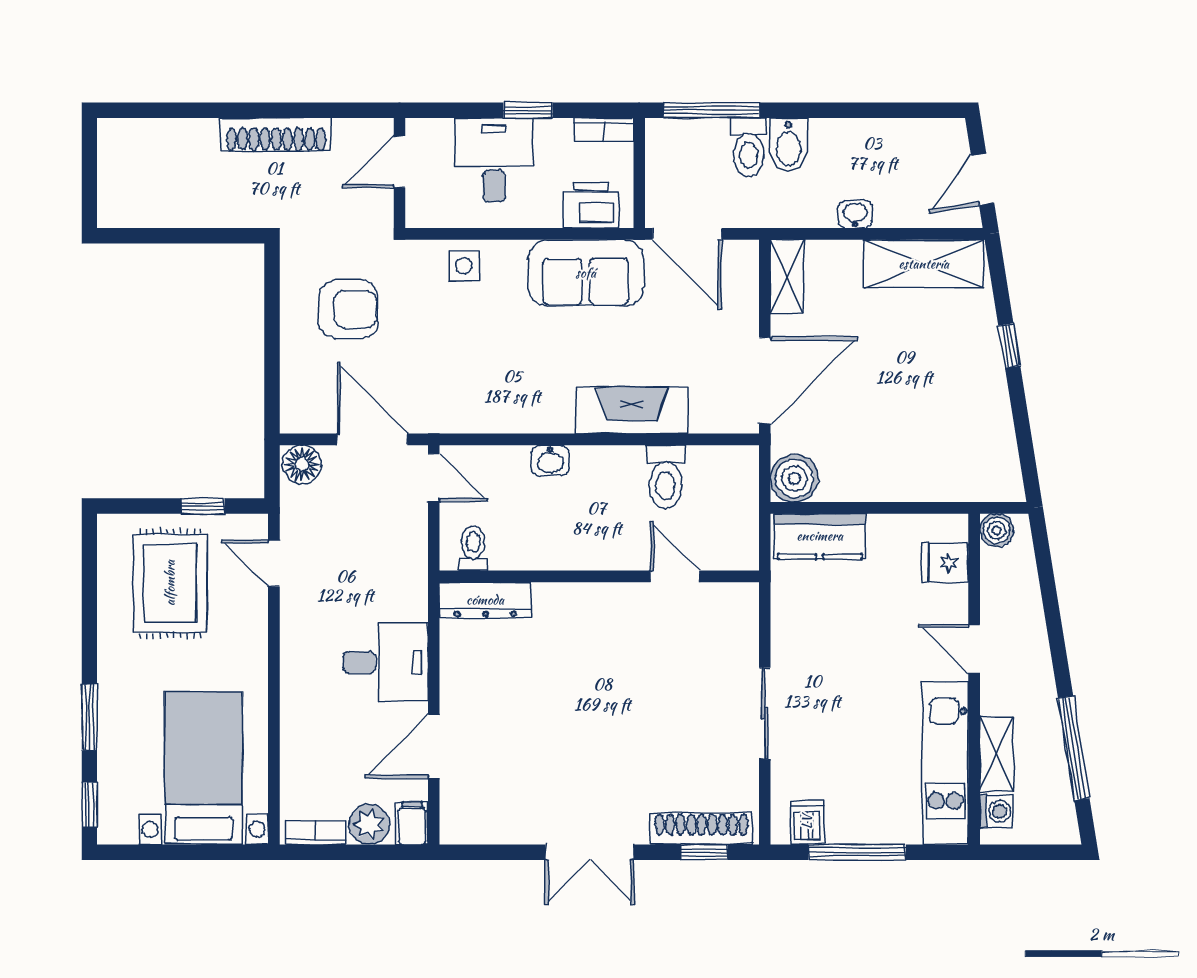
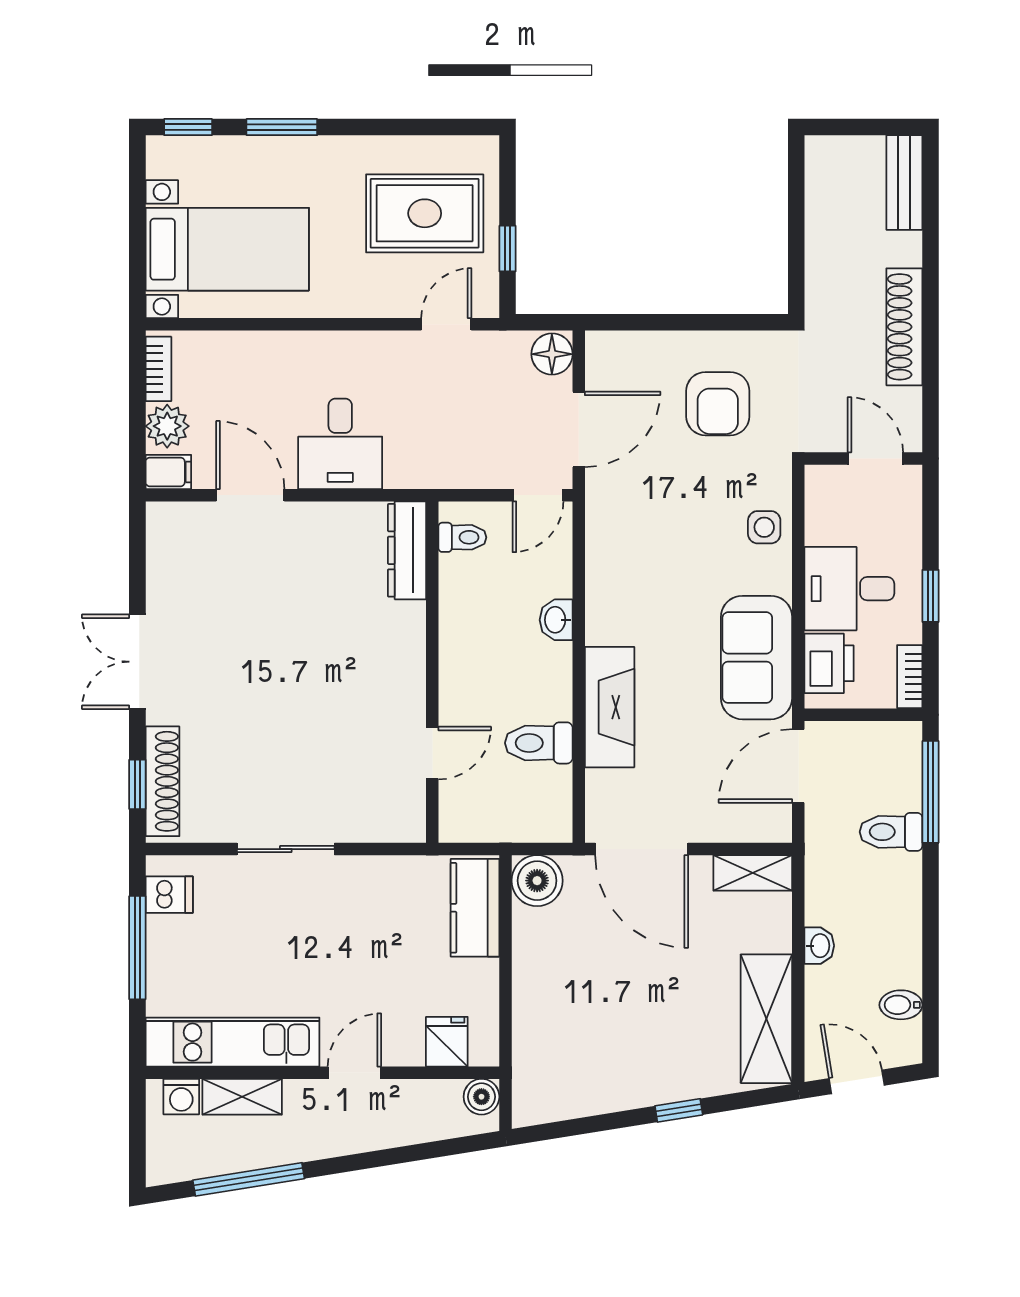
bench: (141, 135) -> (904, 182), added
bidet: (788, 145) -> (901, 1005), moved, width x0.72, depth x0.74
desk: (494, 160) -> (849, 589), moved, turned 180

